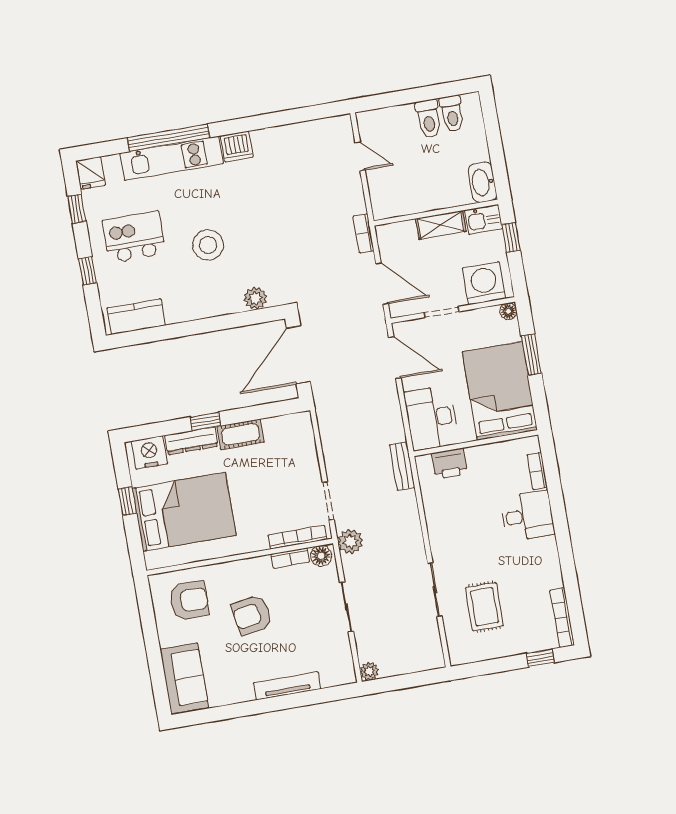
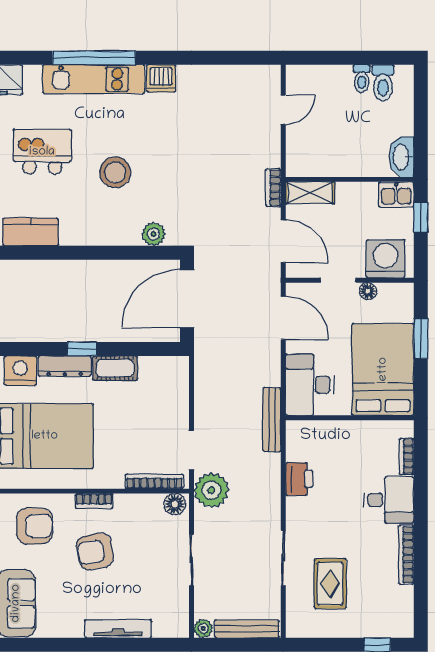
toilet: (429, 119) -> (362, 78), width x0.73, depth x0.72
door: (360, 156) -> (283, 110), hinge flipped
shelving: (441, 225) -> (310, 193), moved
floor lamp: (508, 311) -> (368, 291), moved
printer: (450, 463) -> (299, 479), moved, turned -90
bench: (402, 466) -> (272, 420), width x1.36
plant: (350, 542) -> (211, 490), width x1.36, depth x1.36
bookcase: (290, 558) -> (94, 501), moved
bookcase: (562, 618) -> (406, 555), moved
bench: (411, 664) -> (247, 629), added

